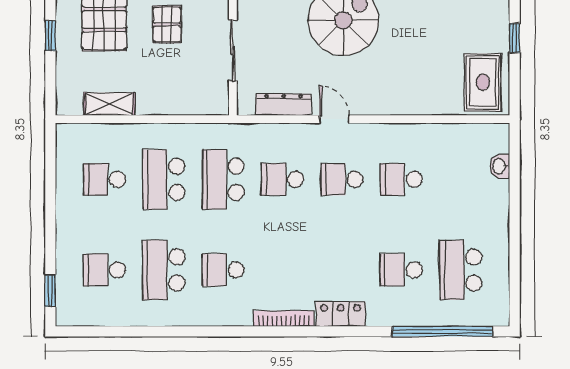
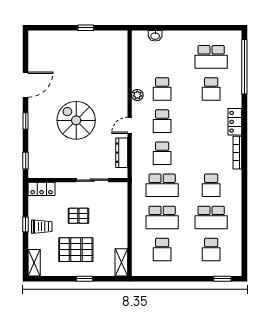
rug: (483, 82) -> (110, 45), removed
shelving: (109, 104) -> (121, 262), moved
plant: (390, 133) -> (137, 95), added

